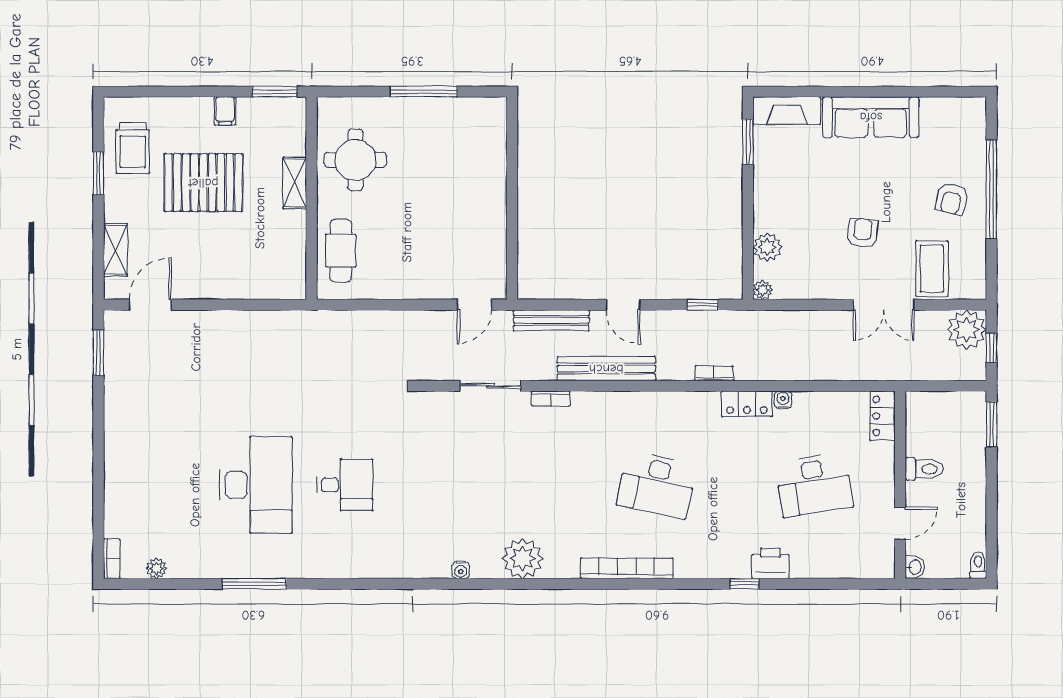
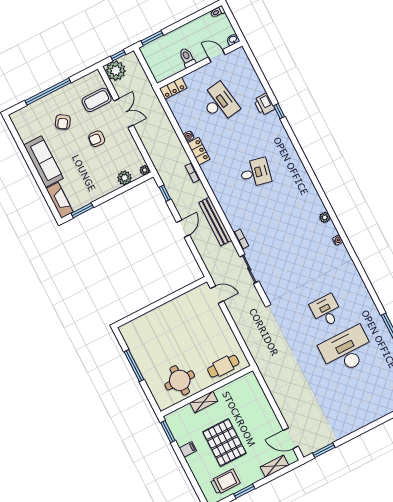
armchair: (952, 199) -> (63, 122), moved, turned 110
bench: (551, 320) -> (206, 257), removed
desk: (657, 485) -> (255, 173), width x0.73
plant: (523, 558) -> (325, 217), width x0.53, depth x0.53
bookcase: (627, 568) -> (299, 167), removed

